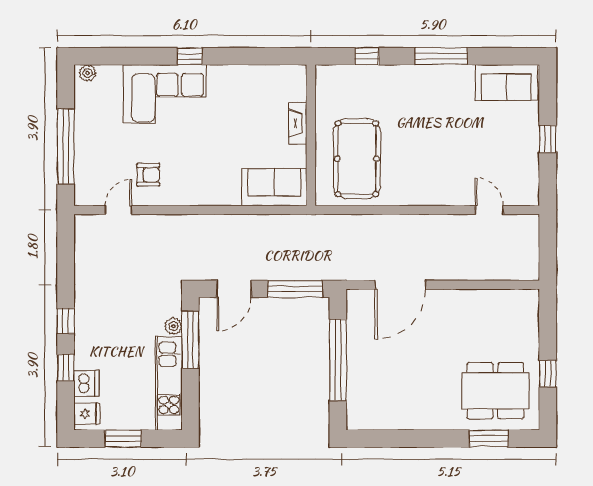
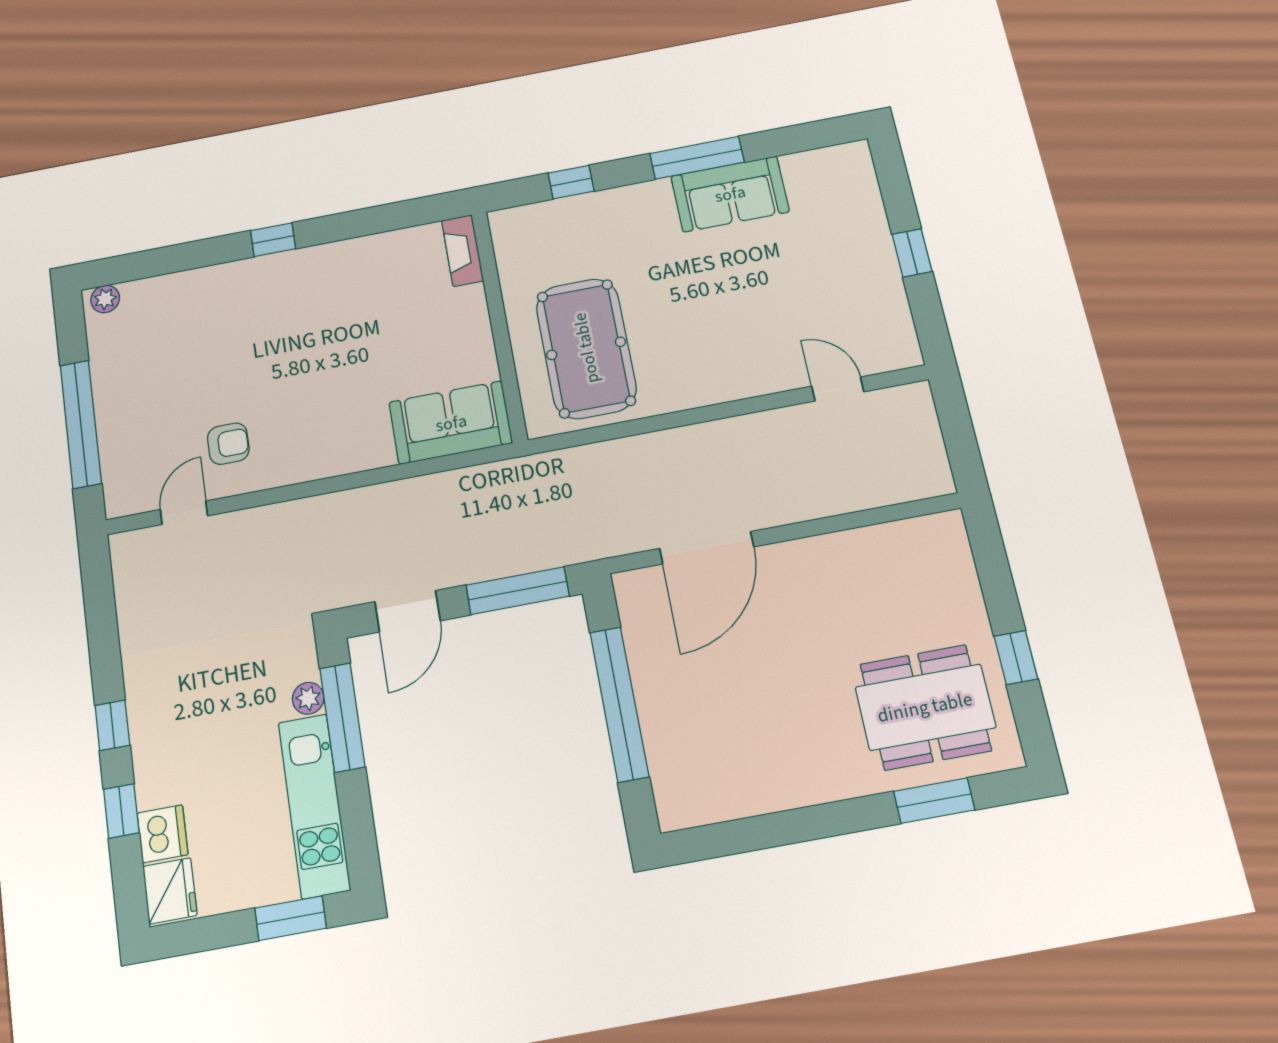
sofa: (506, 82) -> (730, 194), moved
corner sofa: (165, 94) -> (239, 307), removed
fireplace: (298, 123) -> (463, 251), moved
fridge: (87, 414) -> (170, 891), width x1.38
window: (123, 439) -> (291, 918), moved

